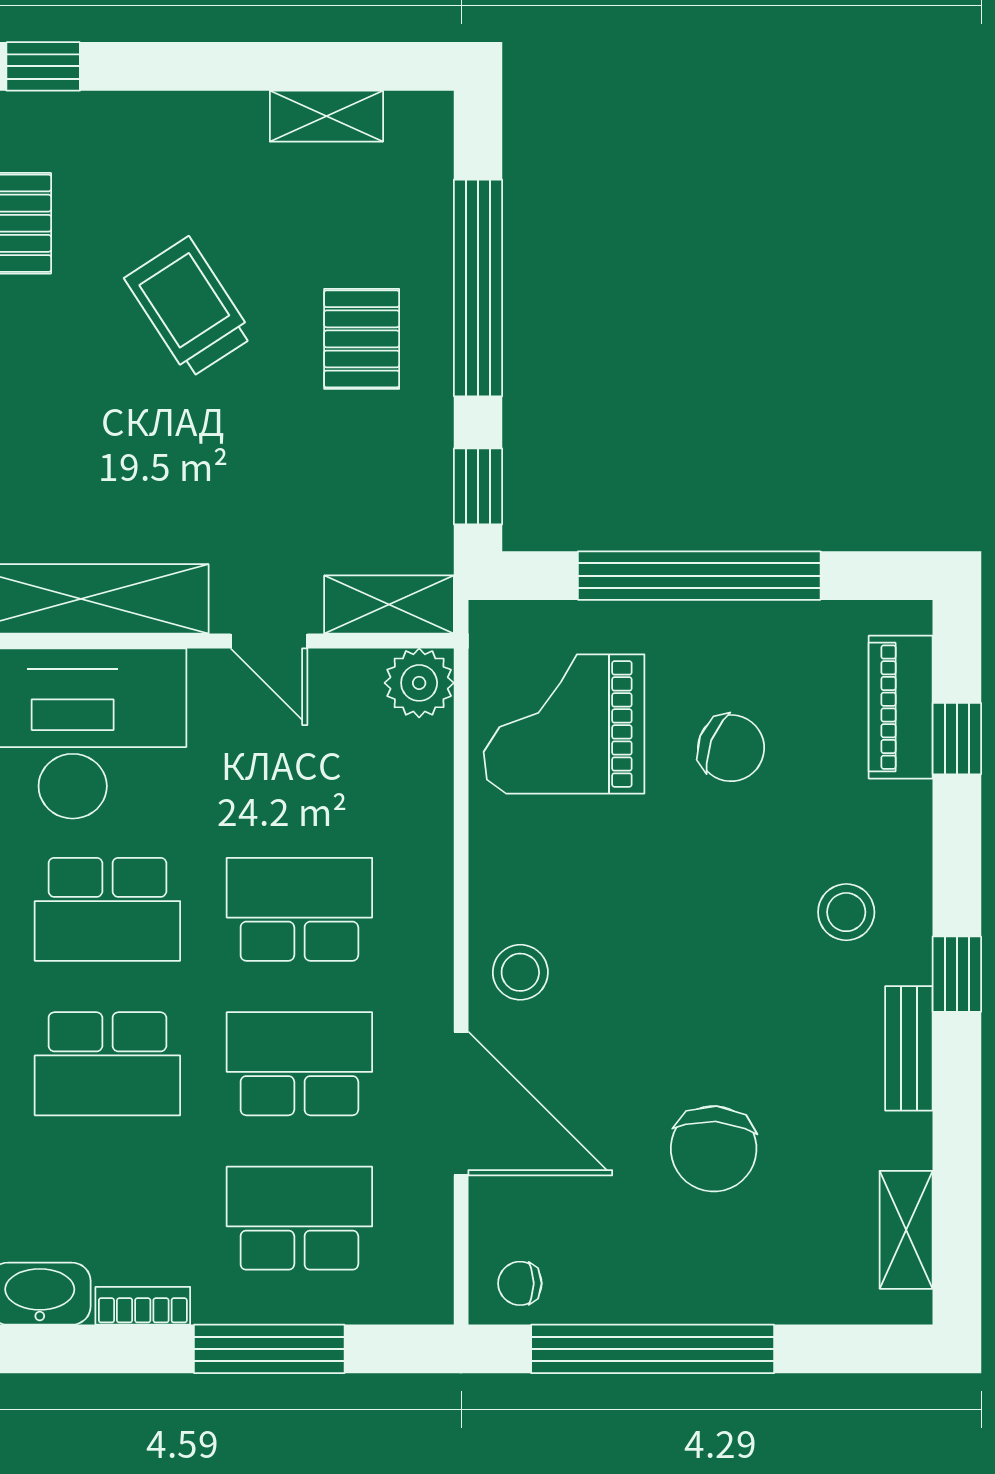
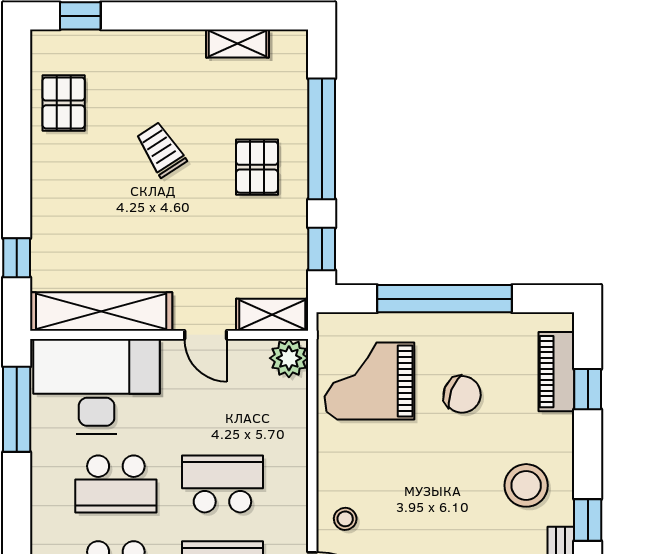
trolley: (189, 307) -> (161, 150), width x0.73, depth x0.72
stool: (846, 912) -> (526, 485), width x1.38, depth x1.38
stool: (520, 972) -> (345, 519), width x0.73, depth x0.73

